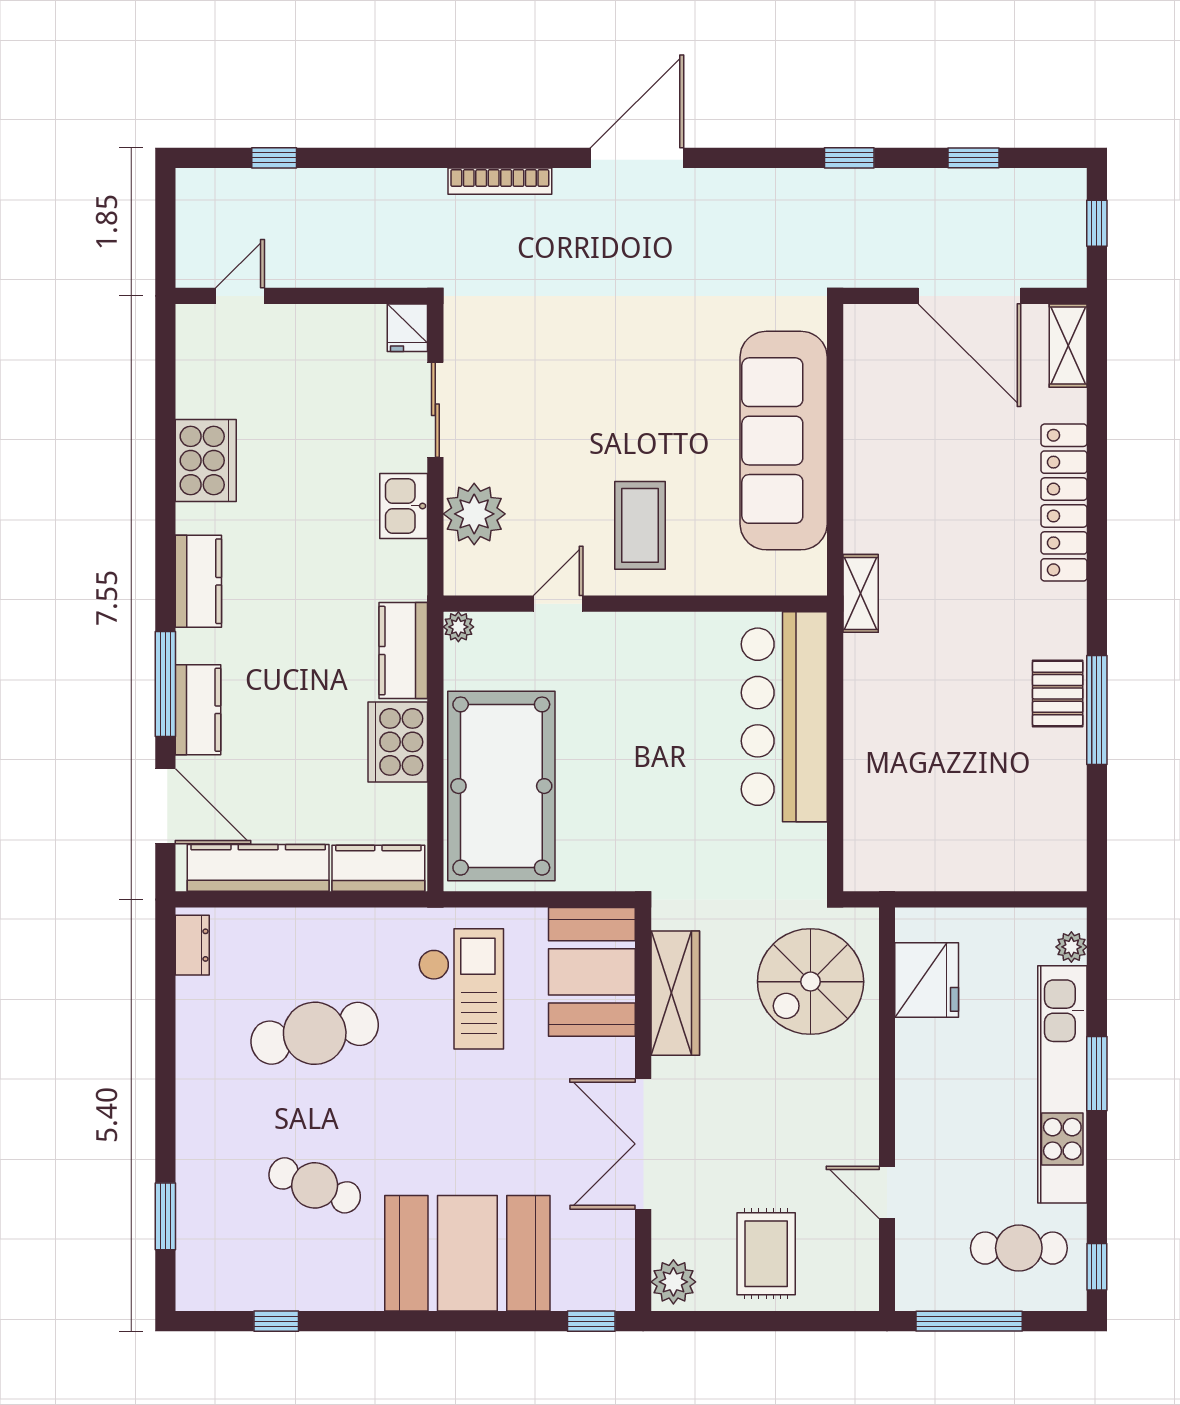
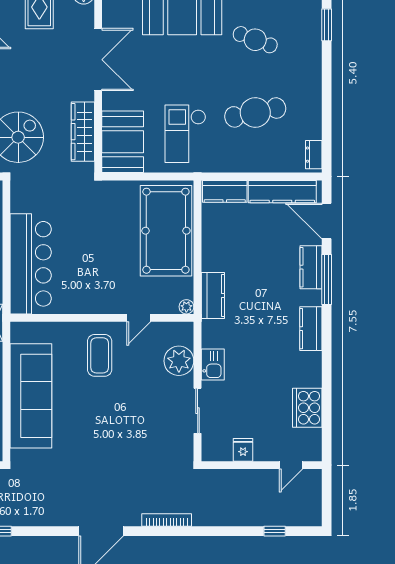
fridge: (407, 328) -> (243, 450), moved
cooker: (206, 461) -> (307, 408), moved
cooker: (398, 742) -> (215, 252), removed

